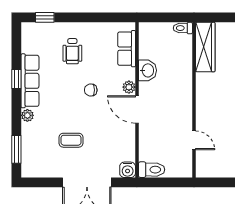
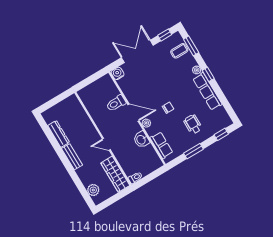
window: (92, 17) -> (193, 151), added
window: (16, 79) -> (208, 74), moved
coffee table: (71, 140) -> (179, 51), moved
door: (194, 140) -> (106, 144), moved
toilet: (152, 170) -> (116, 103), moved
window: (41, 182) -> (165, 35), added

